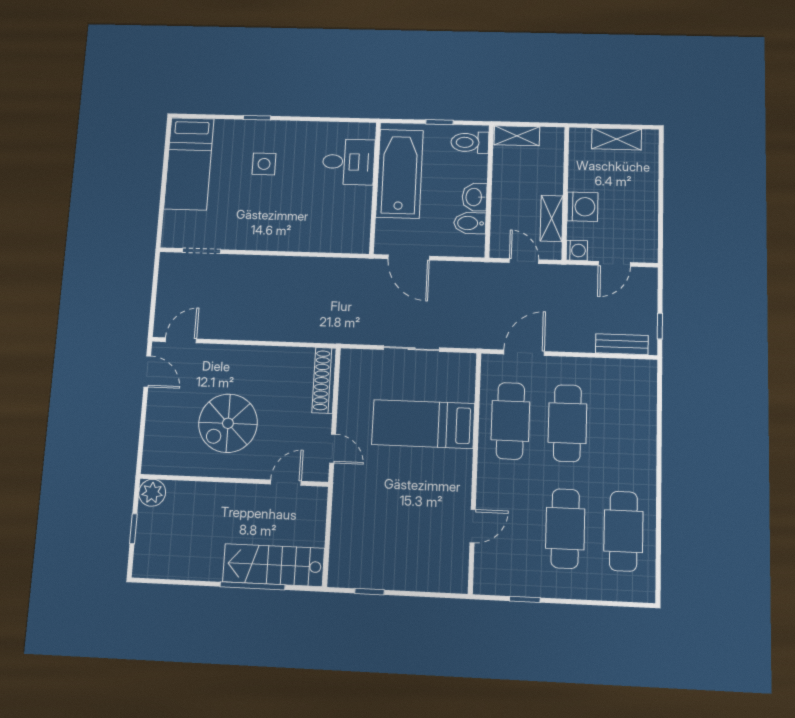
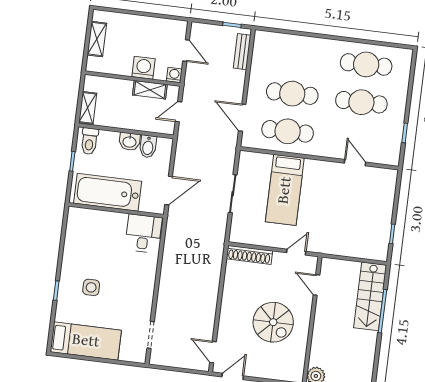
desk: (349, 162) -> (143, 234), moved

